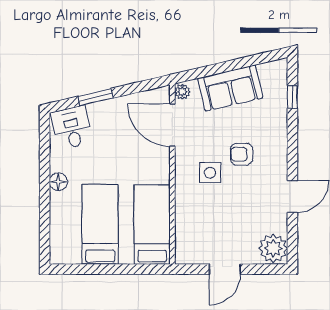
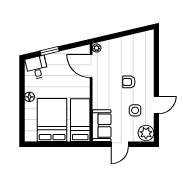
sofa: (230, 88) -> (102, 126), moved, turned -77
window: (292, 97) -> (156, 51), removed
side table: (210, 173) -> (135, 110), moved
bed: (100, 224) -> (52, 120), width x1.50

